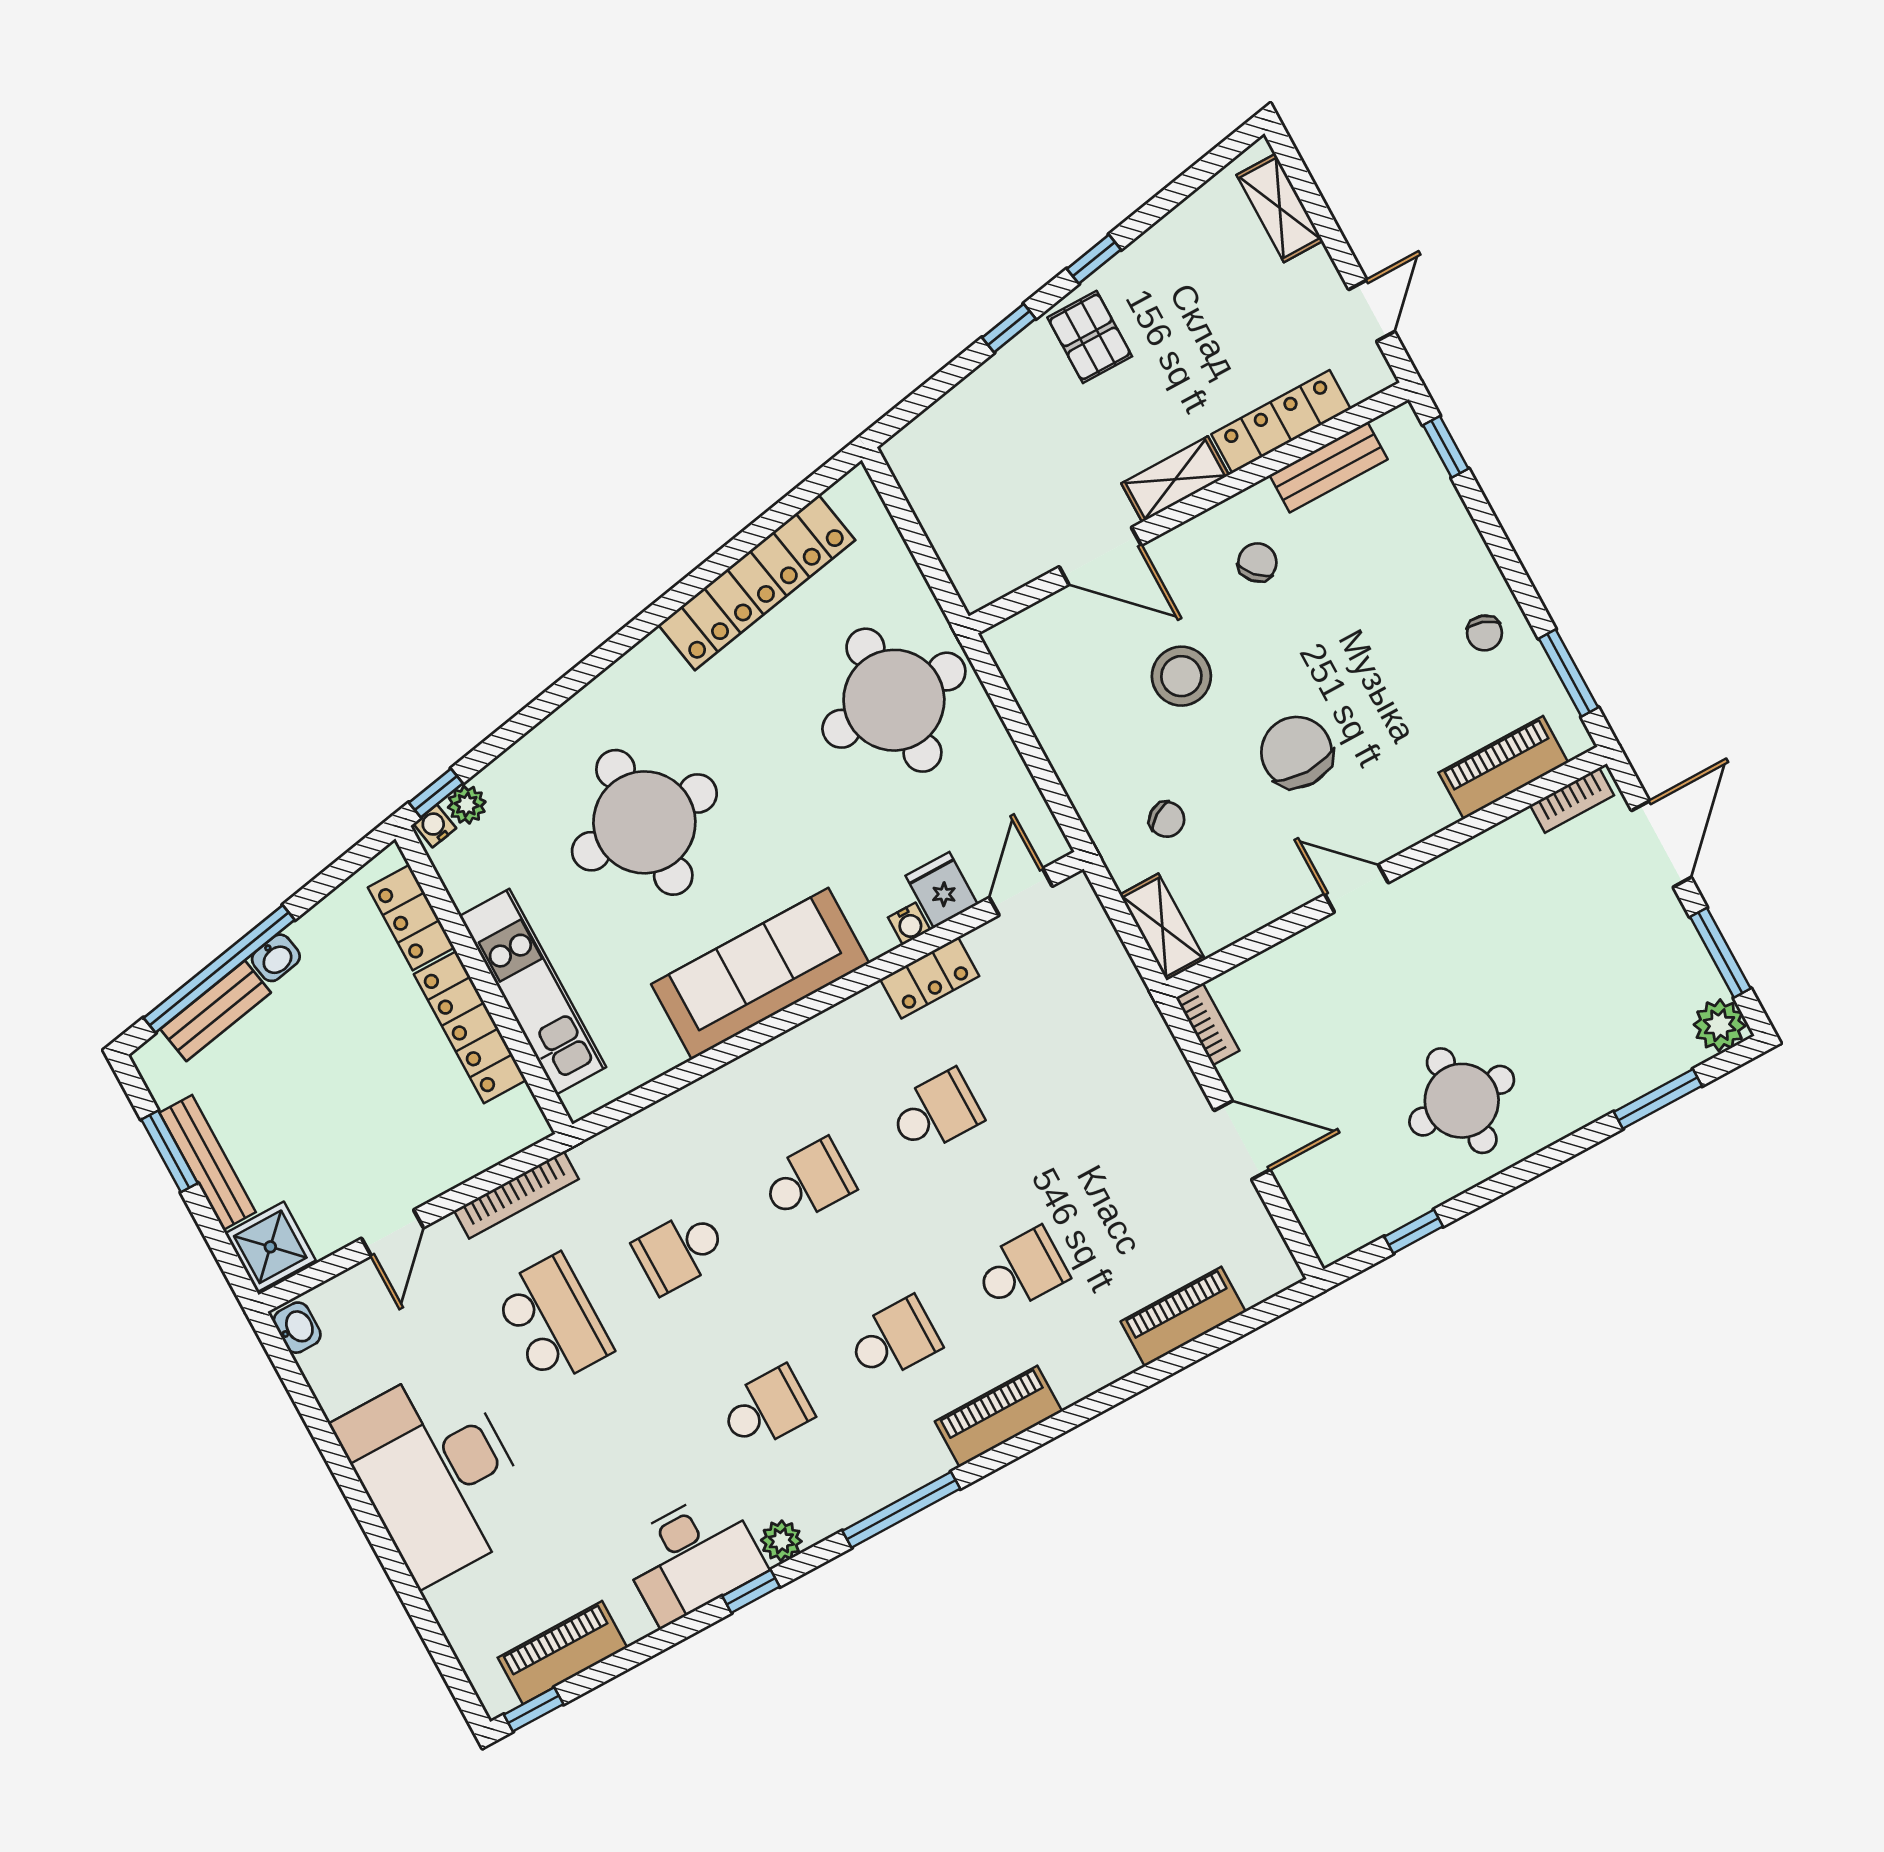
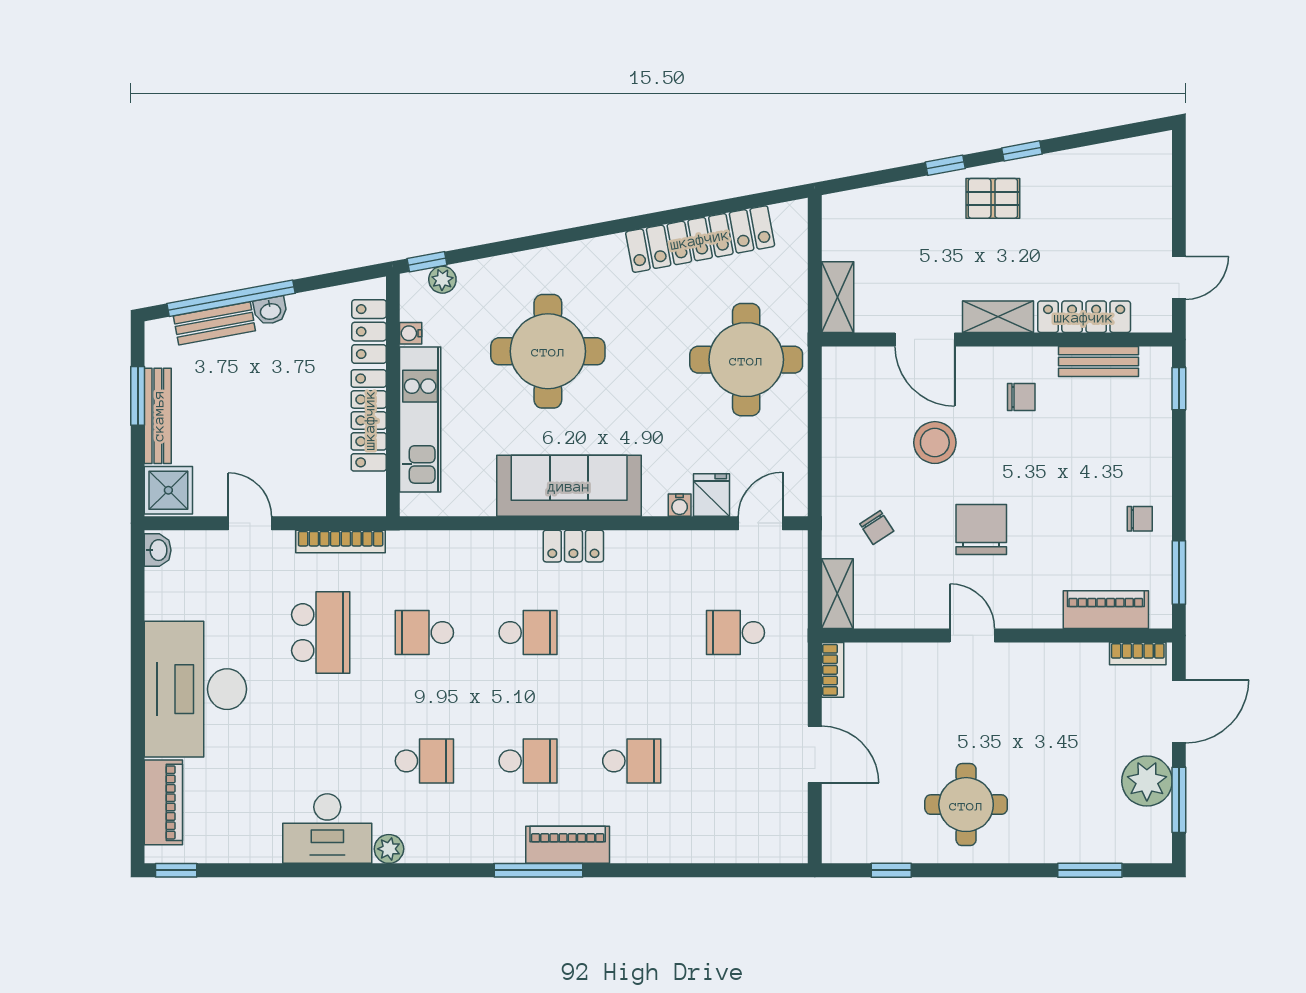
shelving: (1280, 208) -> (838, 297), moved
pallet: (1090, 337) -> (993, 198), turned 90
chair: (1257, 562) -> (1021, 397), turned 43
chair: (1484, 633) -> (1140, 519), turned -109
water cooler: (435, 826) -> (411, 333), moved, turned -79
locker: (930, 978) -> (573, 546), moved
plant: (1720, 1025) -> (1147, 781), moved, width x1.36, depth x1.36
school desk: (935, 1112) -> (735, 633), moved, turned 180
door: (393, 1233) -> (250, 523), swing flipped
piano: (1183, 1317) -> (718, 845), removed
window: (901, 1510) -> (539, 870), moved
window: (751, 1591) -> (353, 870), removed
piano: (562, 1653) -> (163, 802), moved, turned 90

